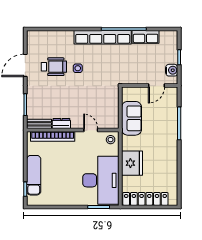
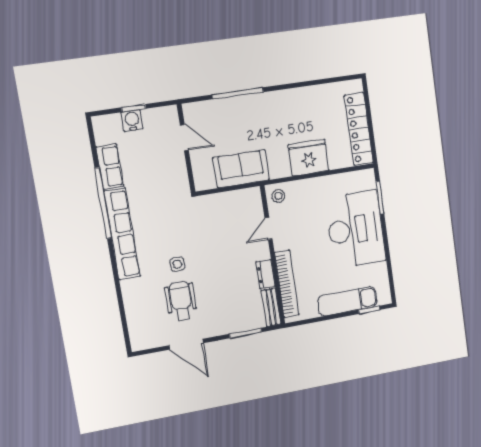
water cooler: (172, 70) -> (132, 120), moved
desk: (101, 180) -> (356, 229), moved, turned 90

